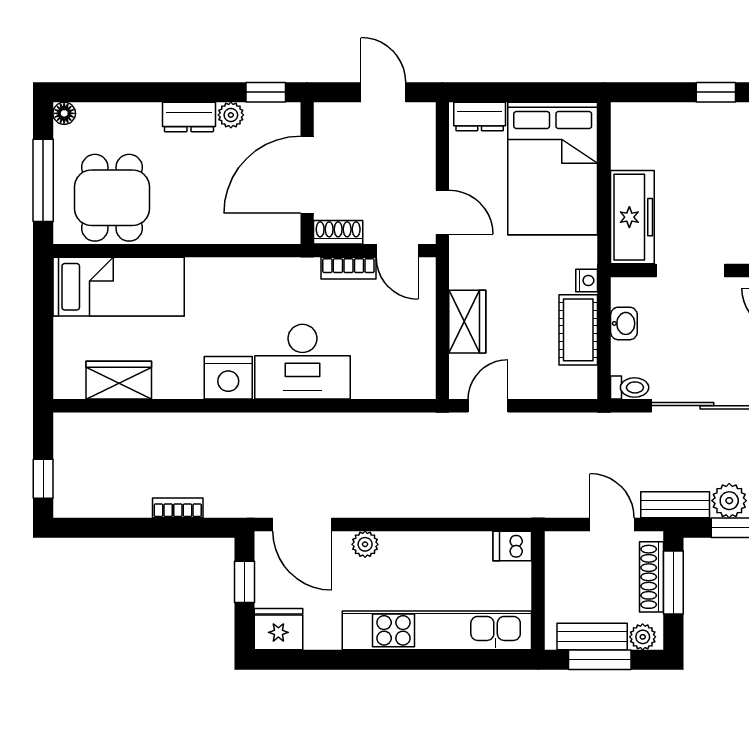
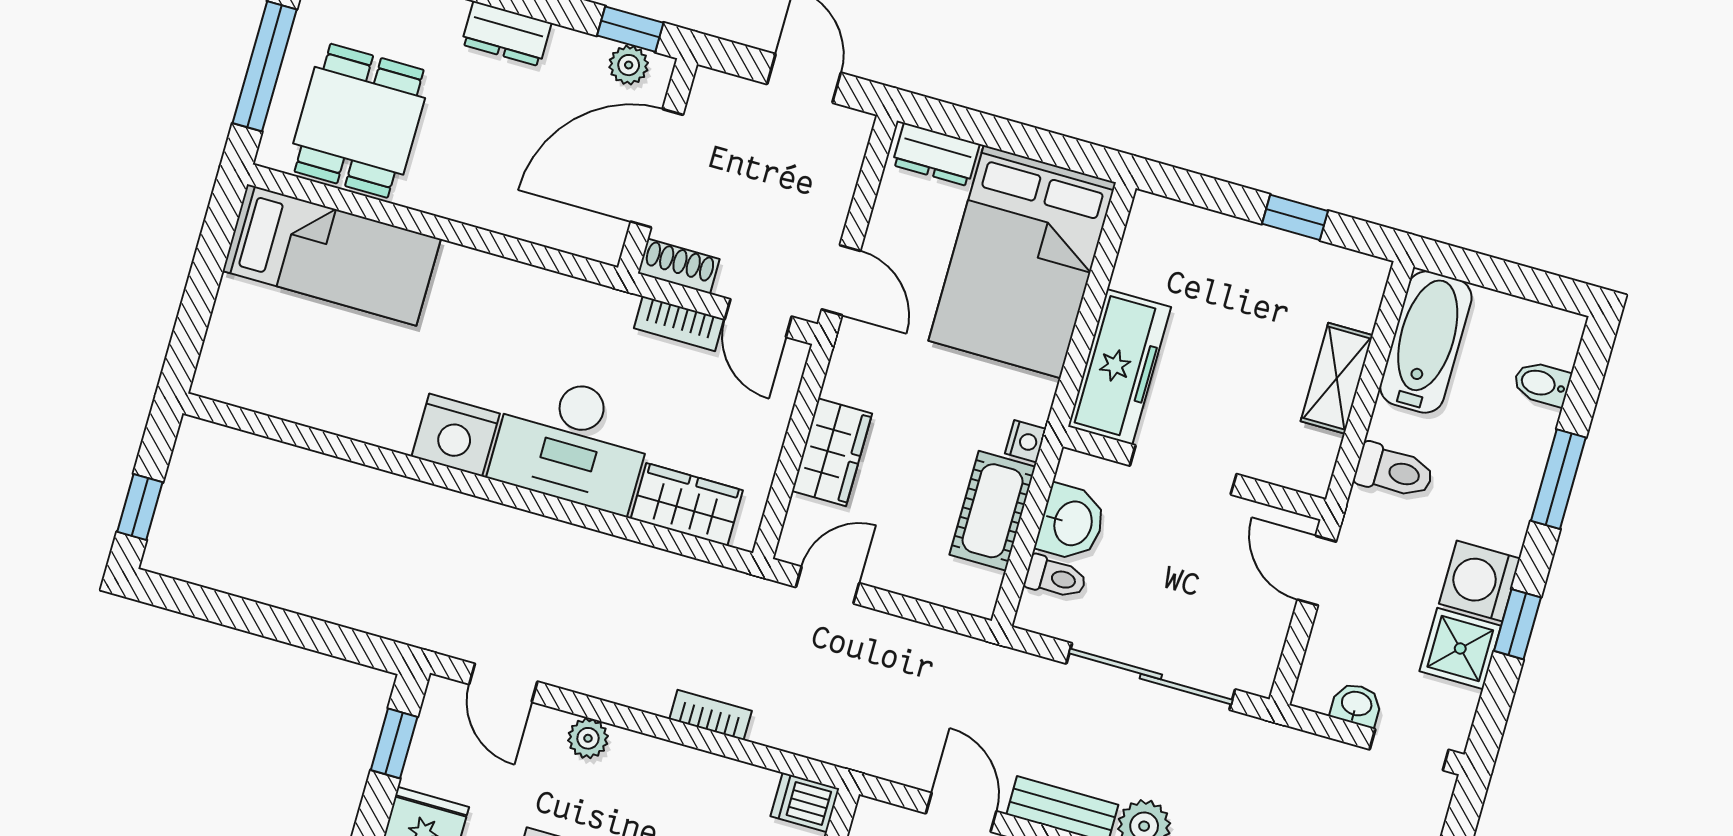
plant: (231, 115) -> (629, 65), moved
washbasin: (624, 323) -> (1071, 523), width x1.38, depth x1.45
wardrobe: (119, 380) -> (687, 504), moved
toilet: (630, 387) -> (1056, 577), moved
bookcase: (178, 508) -> (711, 715), moved
door: (302, 525) -> (503, 683), width x0.73

